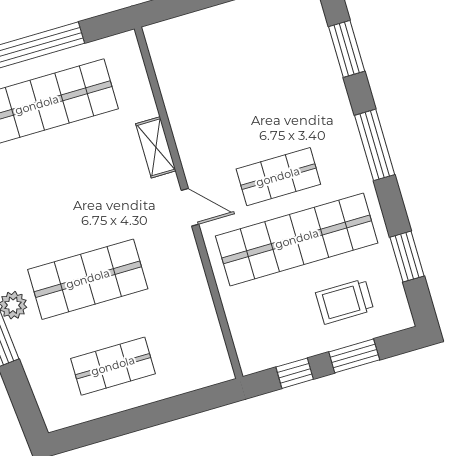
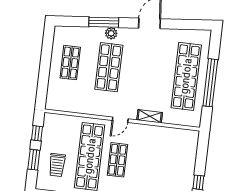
trolley: (345, 301) -> (57, 165), turned 180

